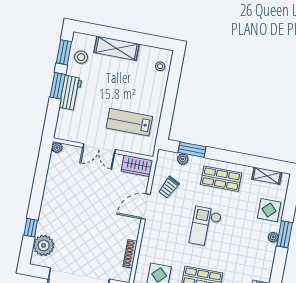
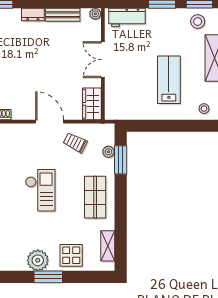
workbench: (70, 93) -> (127, 17), moved
lab bench: (129, 122) -> (169, 80), moved
bench: (52, 177) -> (63, 15), added
dresser: (47, 204) -> (33, 14), added
checkout: (206, 227) -> (40, 190), turned 90
plant: (273, 237) -> (38, 260), width x1.88, depth x1.88

